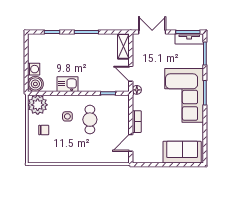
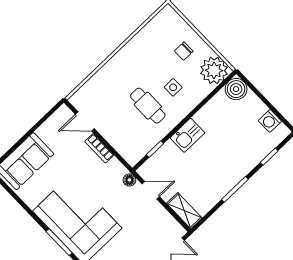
washing machine: (34, 69) -> (270, 121), moved
kitchen sink: (67, 84) -> (187, 135), moved
door: (131, 143) -> (85, 121), swing flipped

